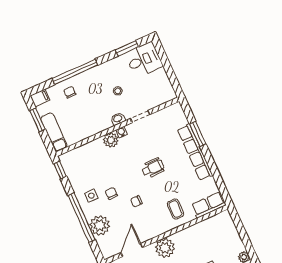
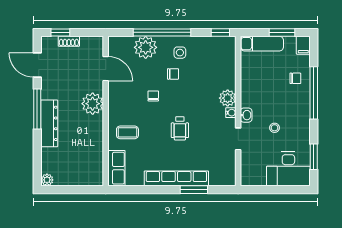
desk: (144, 60) -> (288, 169), width x1.37

